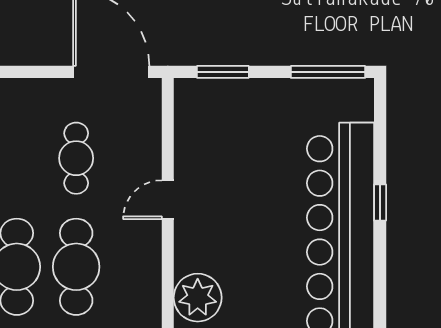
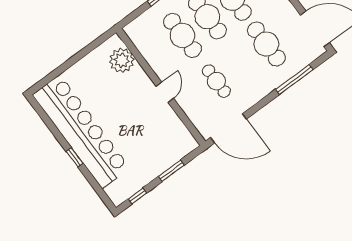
window: (223, 72) -> (171, 171), moved
window: (328, 72) -> (137, 196), width x0.46

